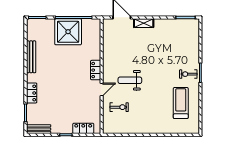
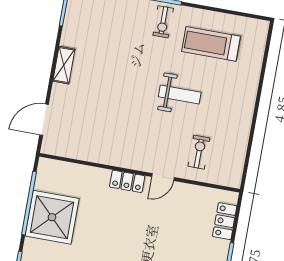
shelving: (144, 23) -> (64, 65), moved
weight bench: (130, 80) -> (180, 94), moved, turned -90
door: (102, 90) -> (163, 177), swing flipped

